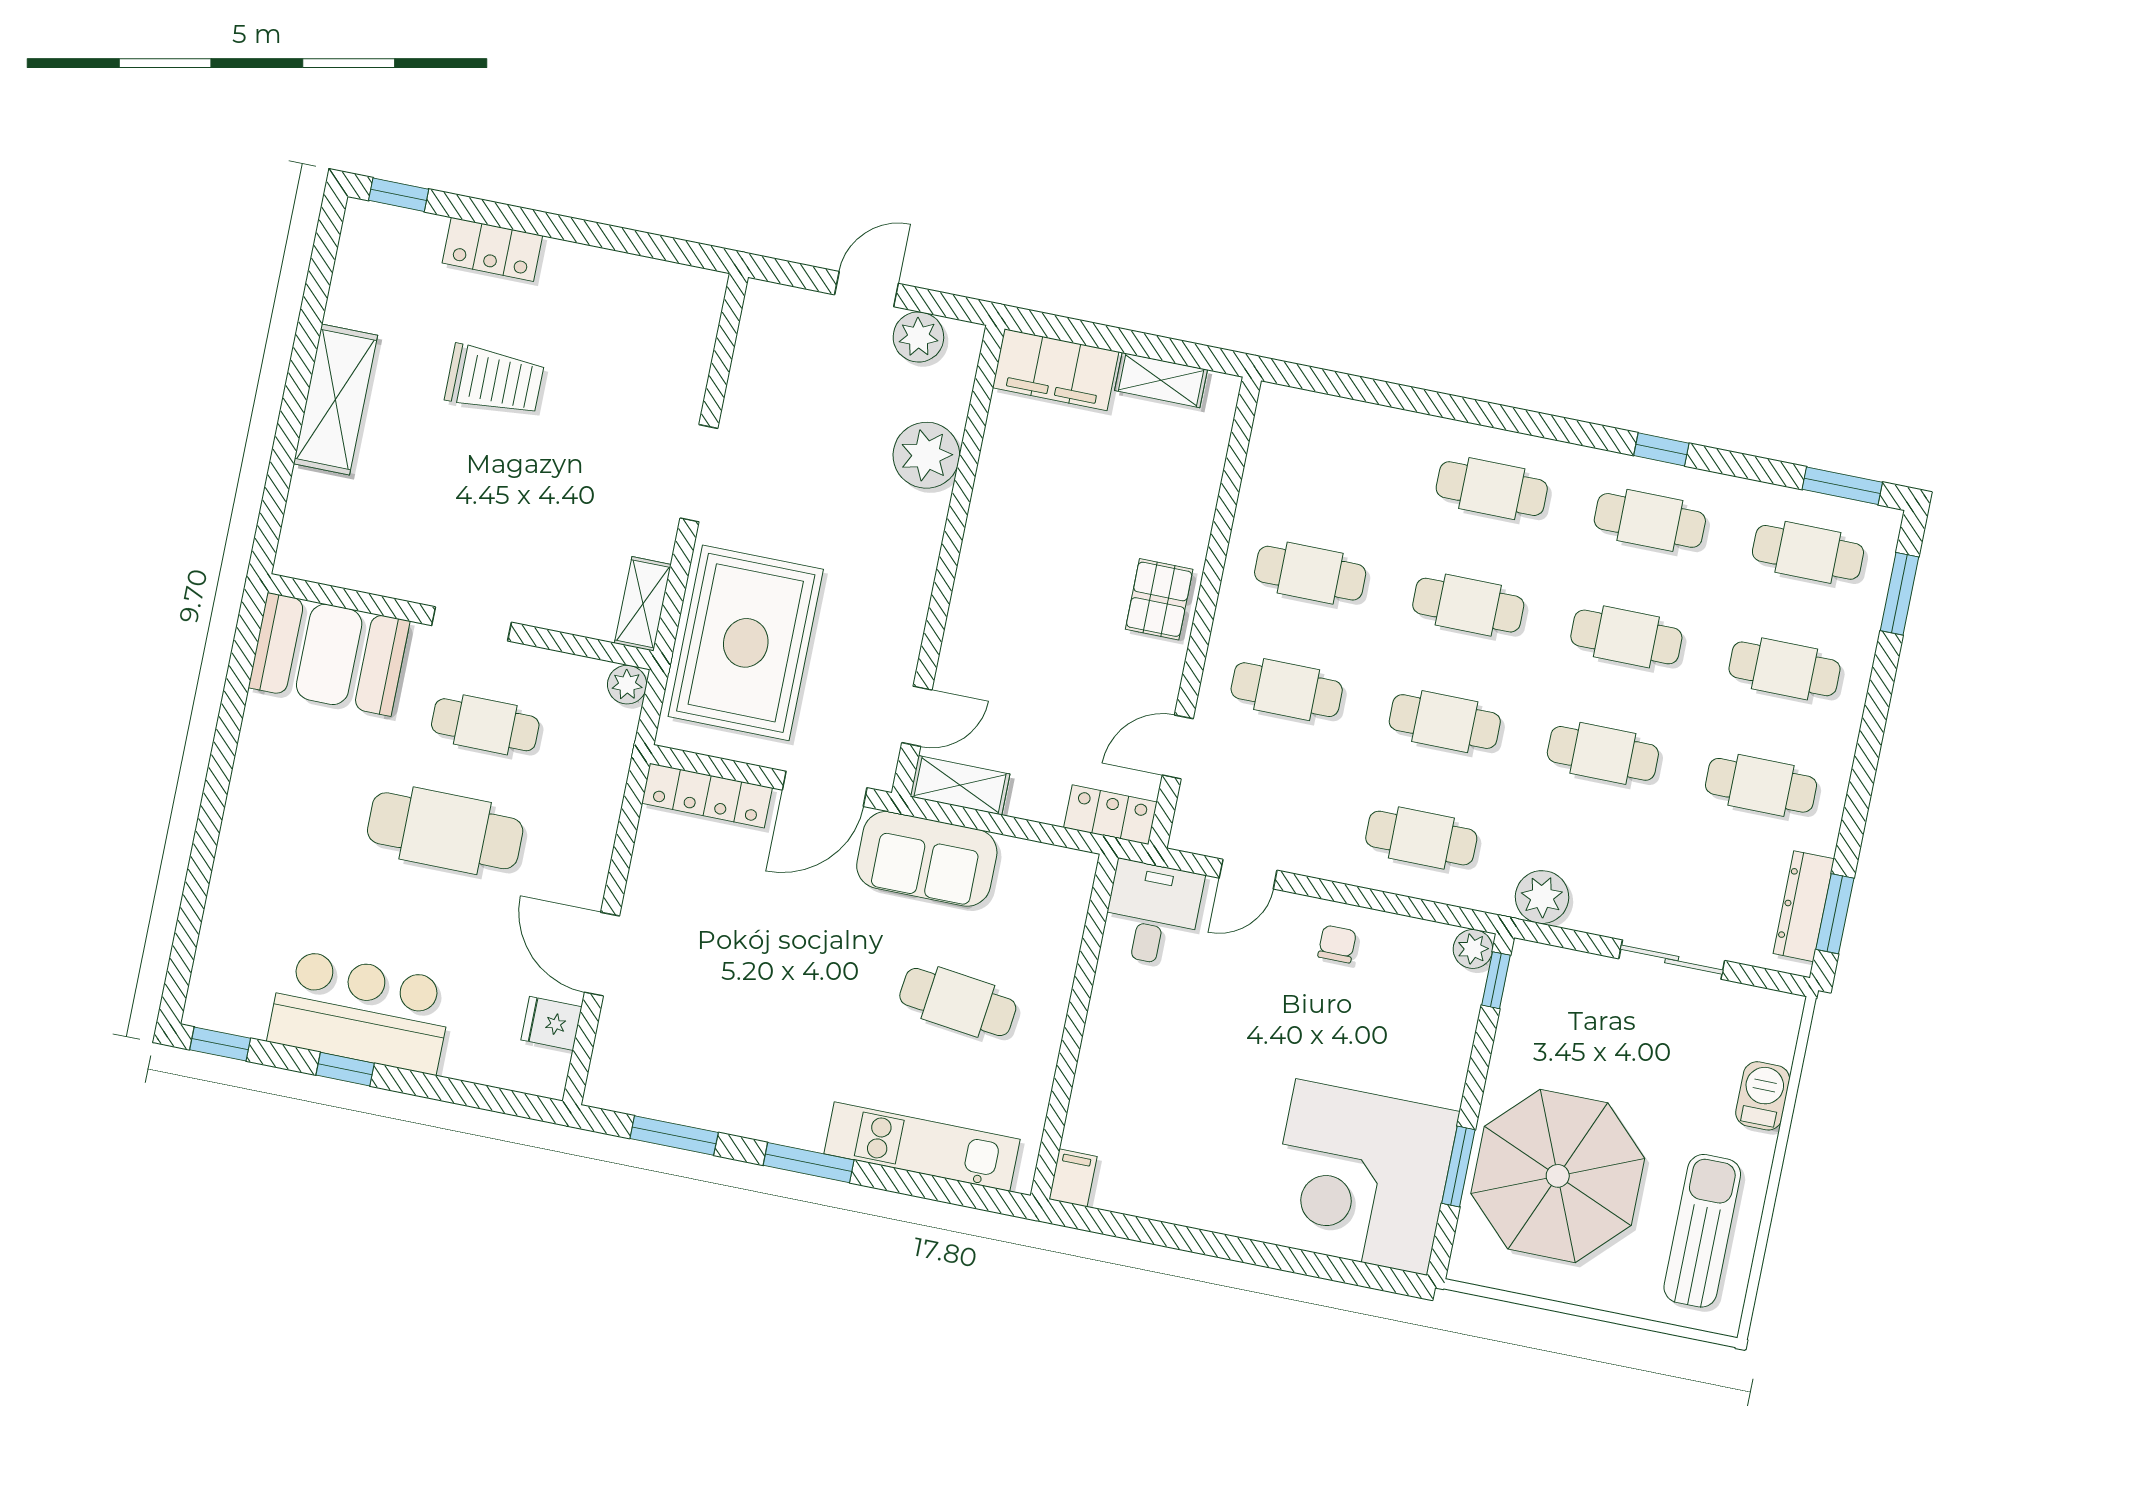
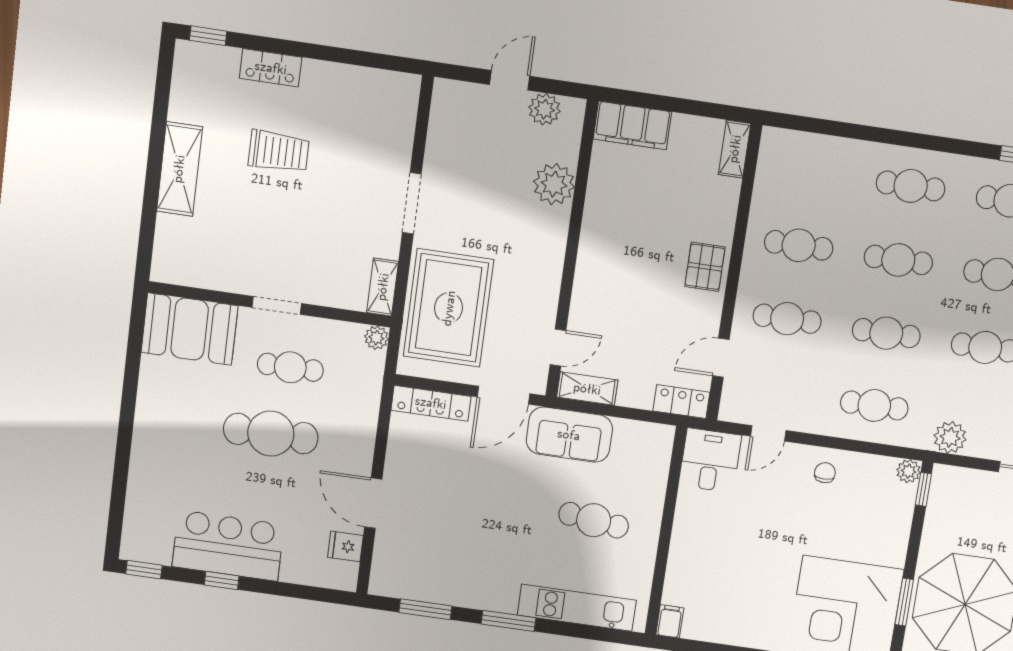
shelving: (1161, 380) -> (735, 149), moved, turned 90

